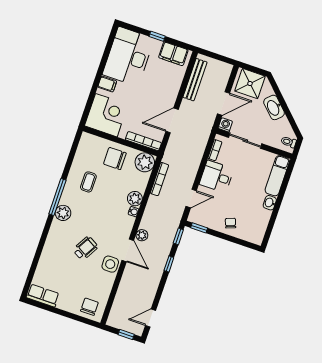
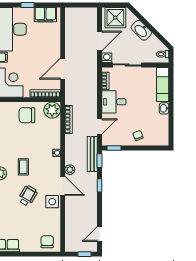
bench: (195, 80) -> (92, 154), moved
coffee table: (88, 182) -> (23, 167), moved
plant: (135, 199) -> (54, 142), removed

